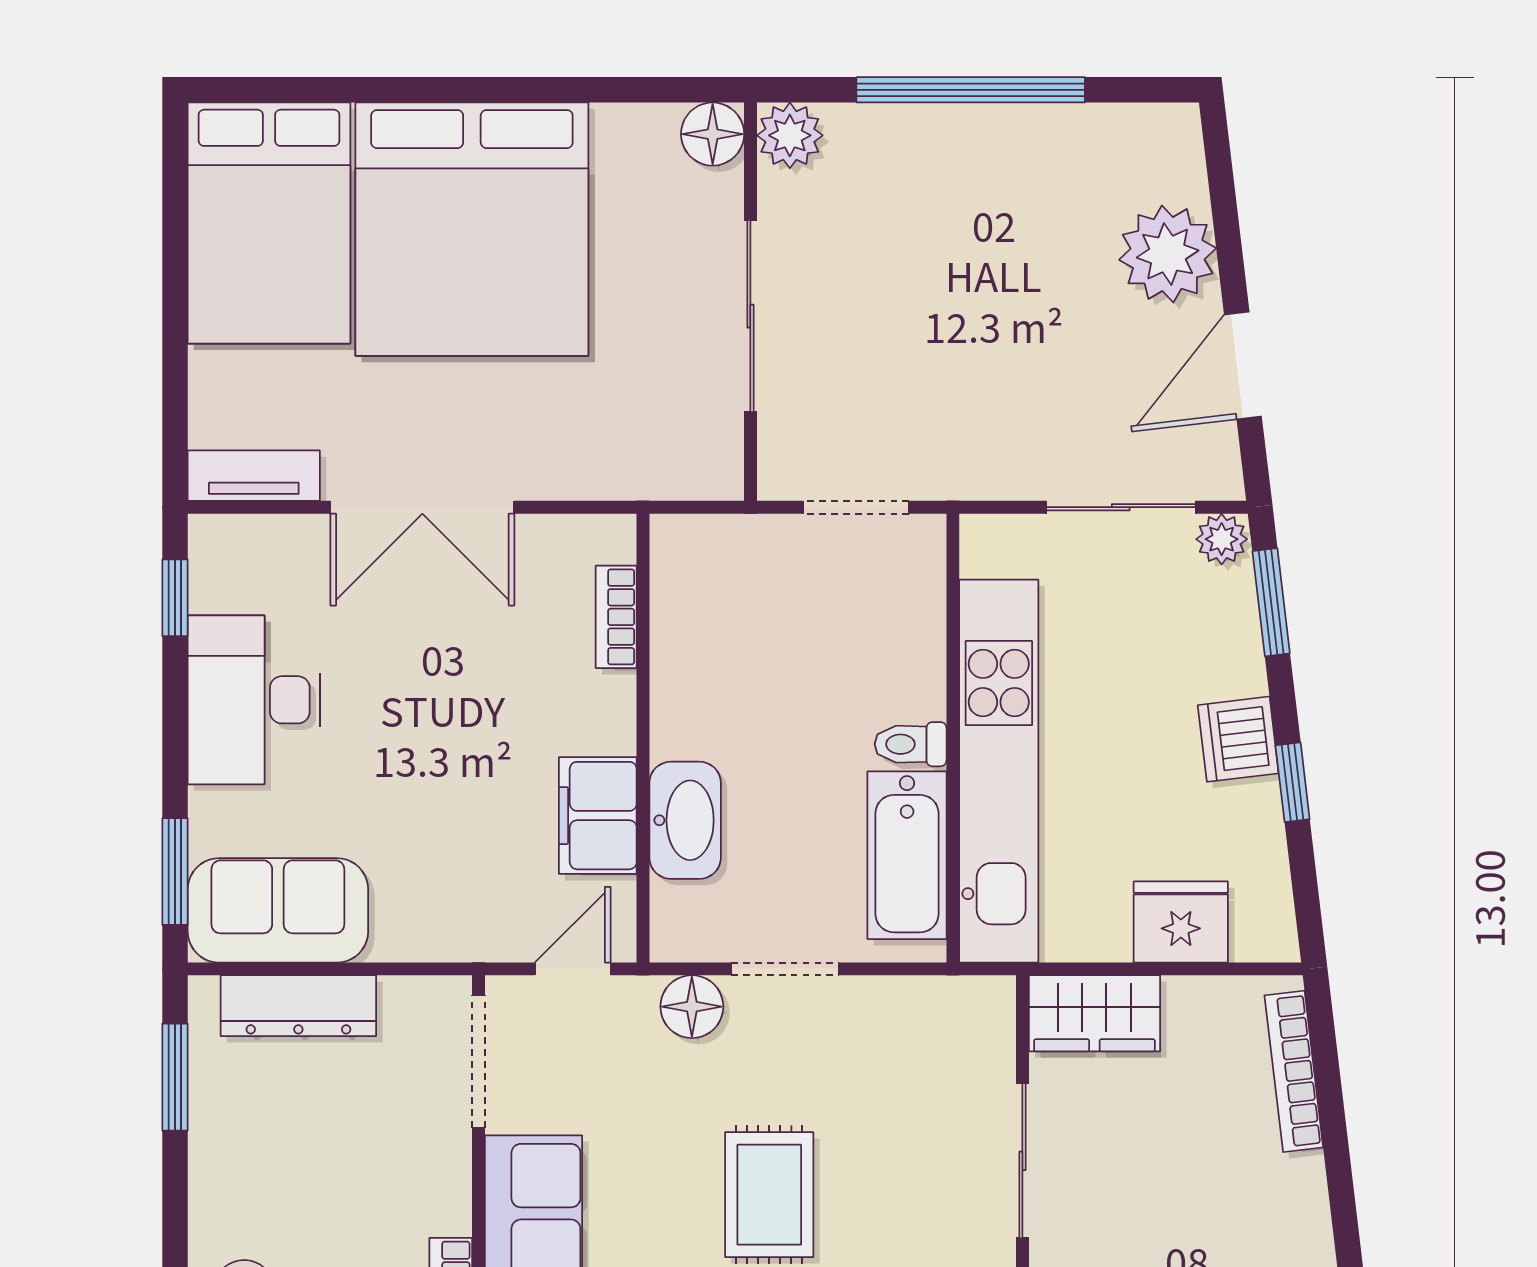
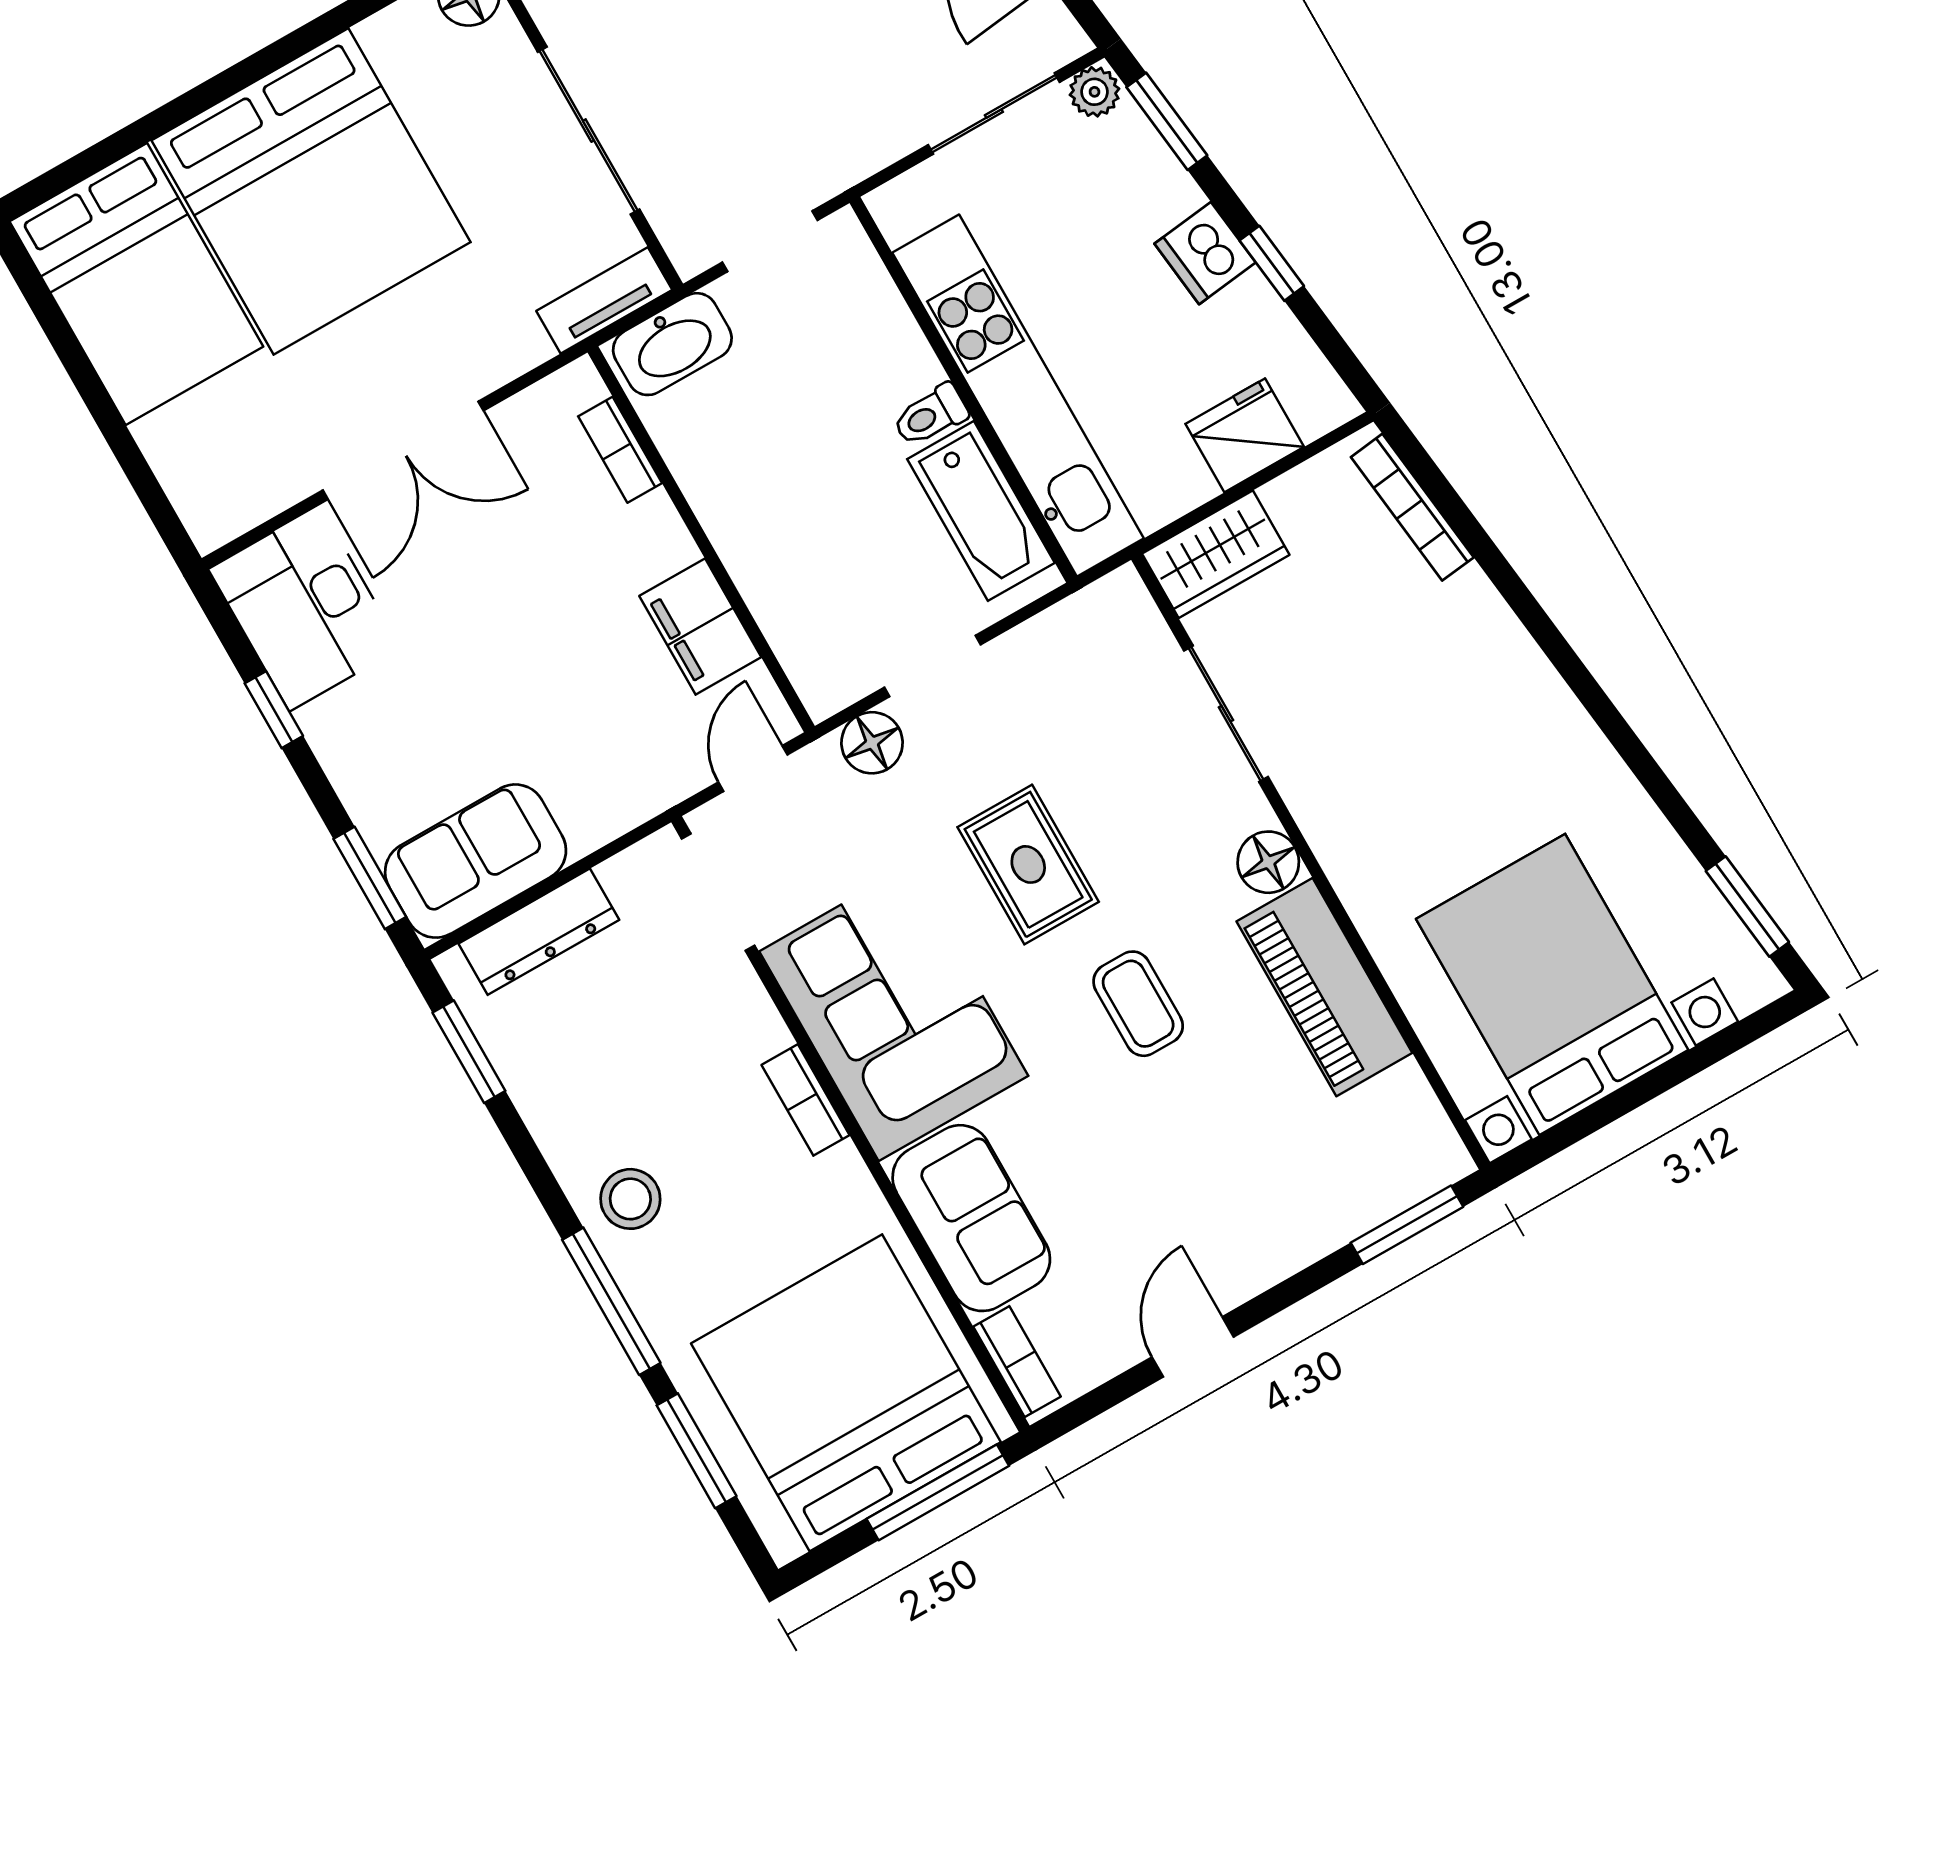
tv unit: (254, 476) -> (604, 300), moved
window: (175, 598) -> (274, 710), moved
desk: (254, 700) -> (305, 608), moved
washbasin: (685, 820) -> (672, 344), moved, turned 90

